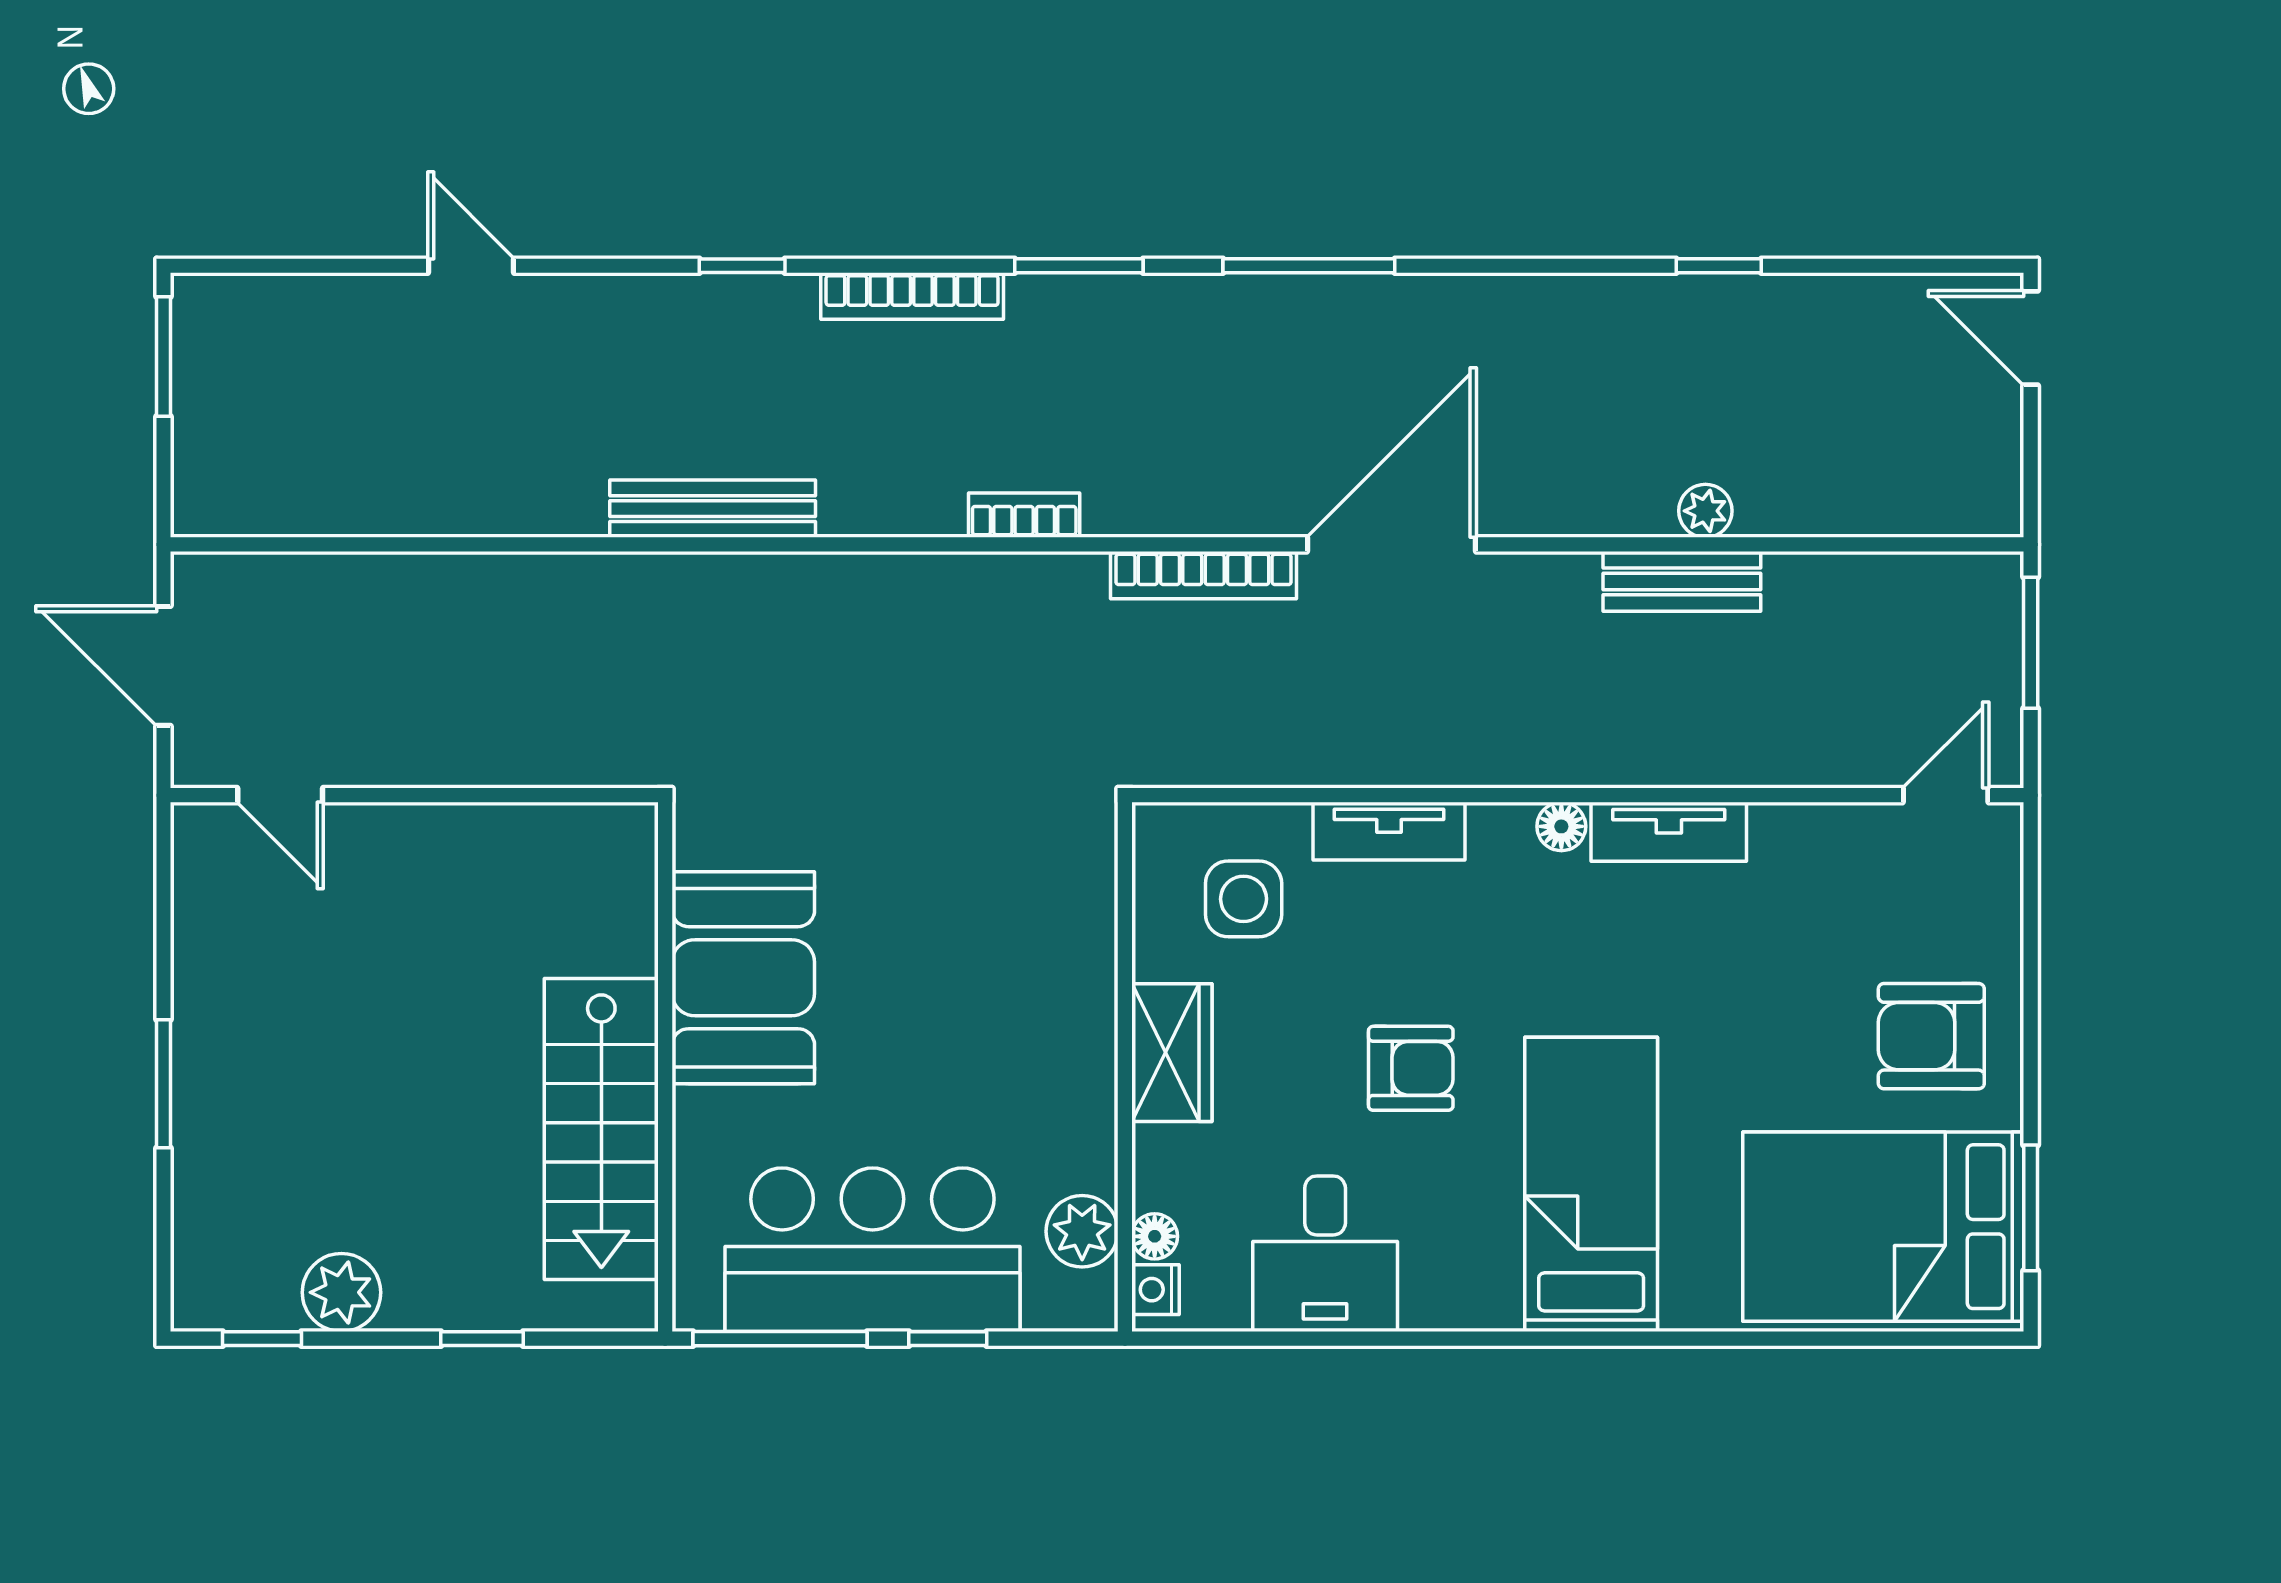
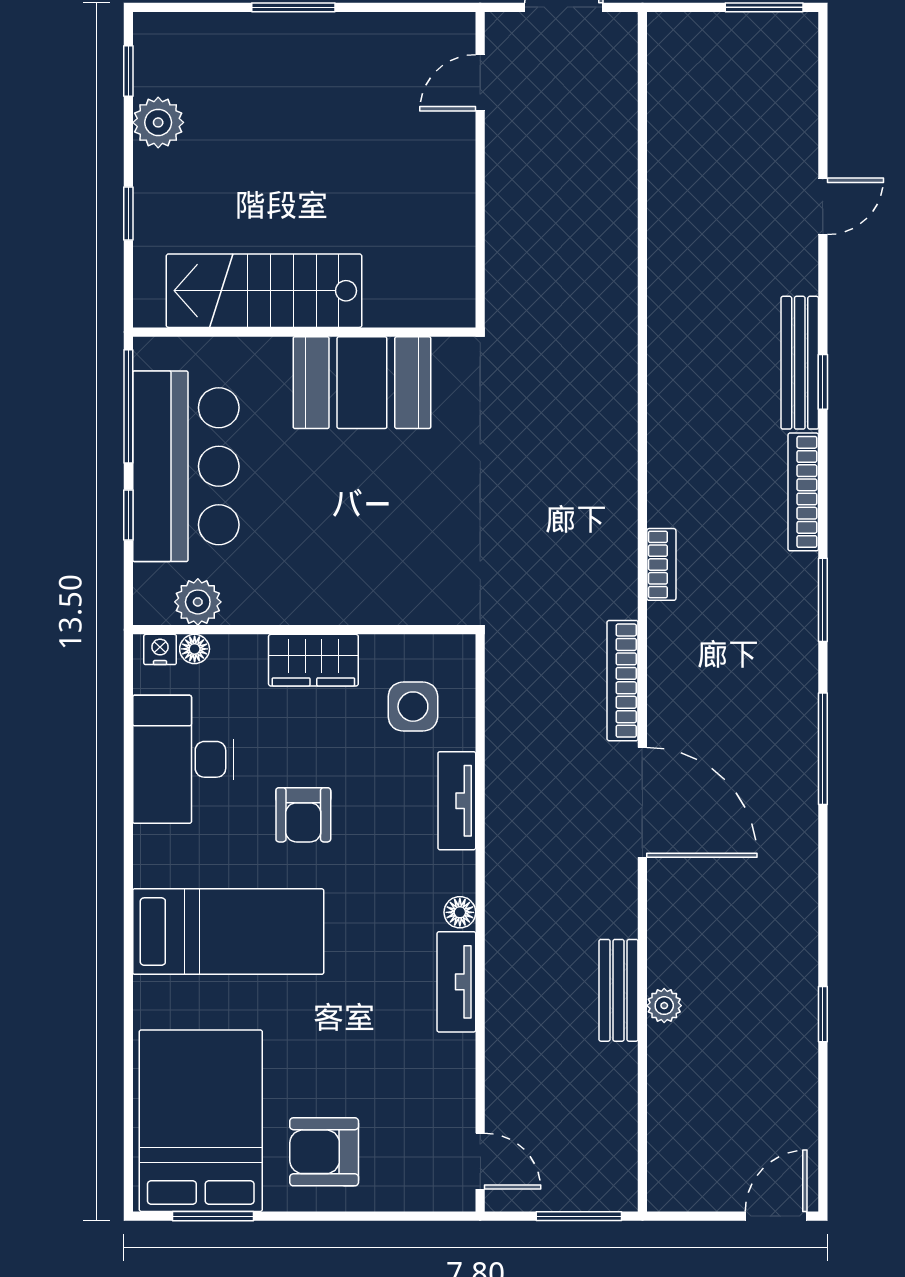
bench: (713, 509) -> (800, 363), moved
armchair: (1931, 1036) -> (324, 1152), turned -90
desk: (1325, 1254) -> (183, 759), width x1.37

